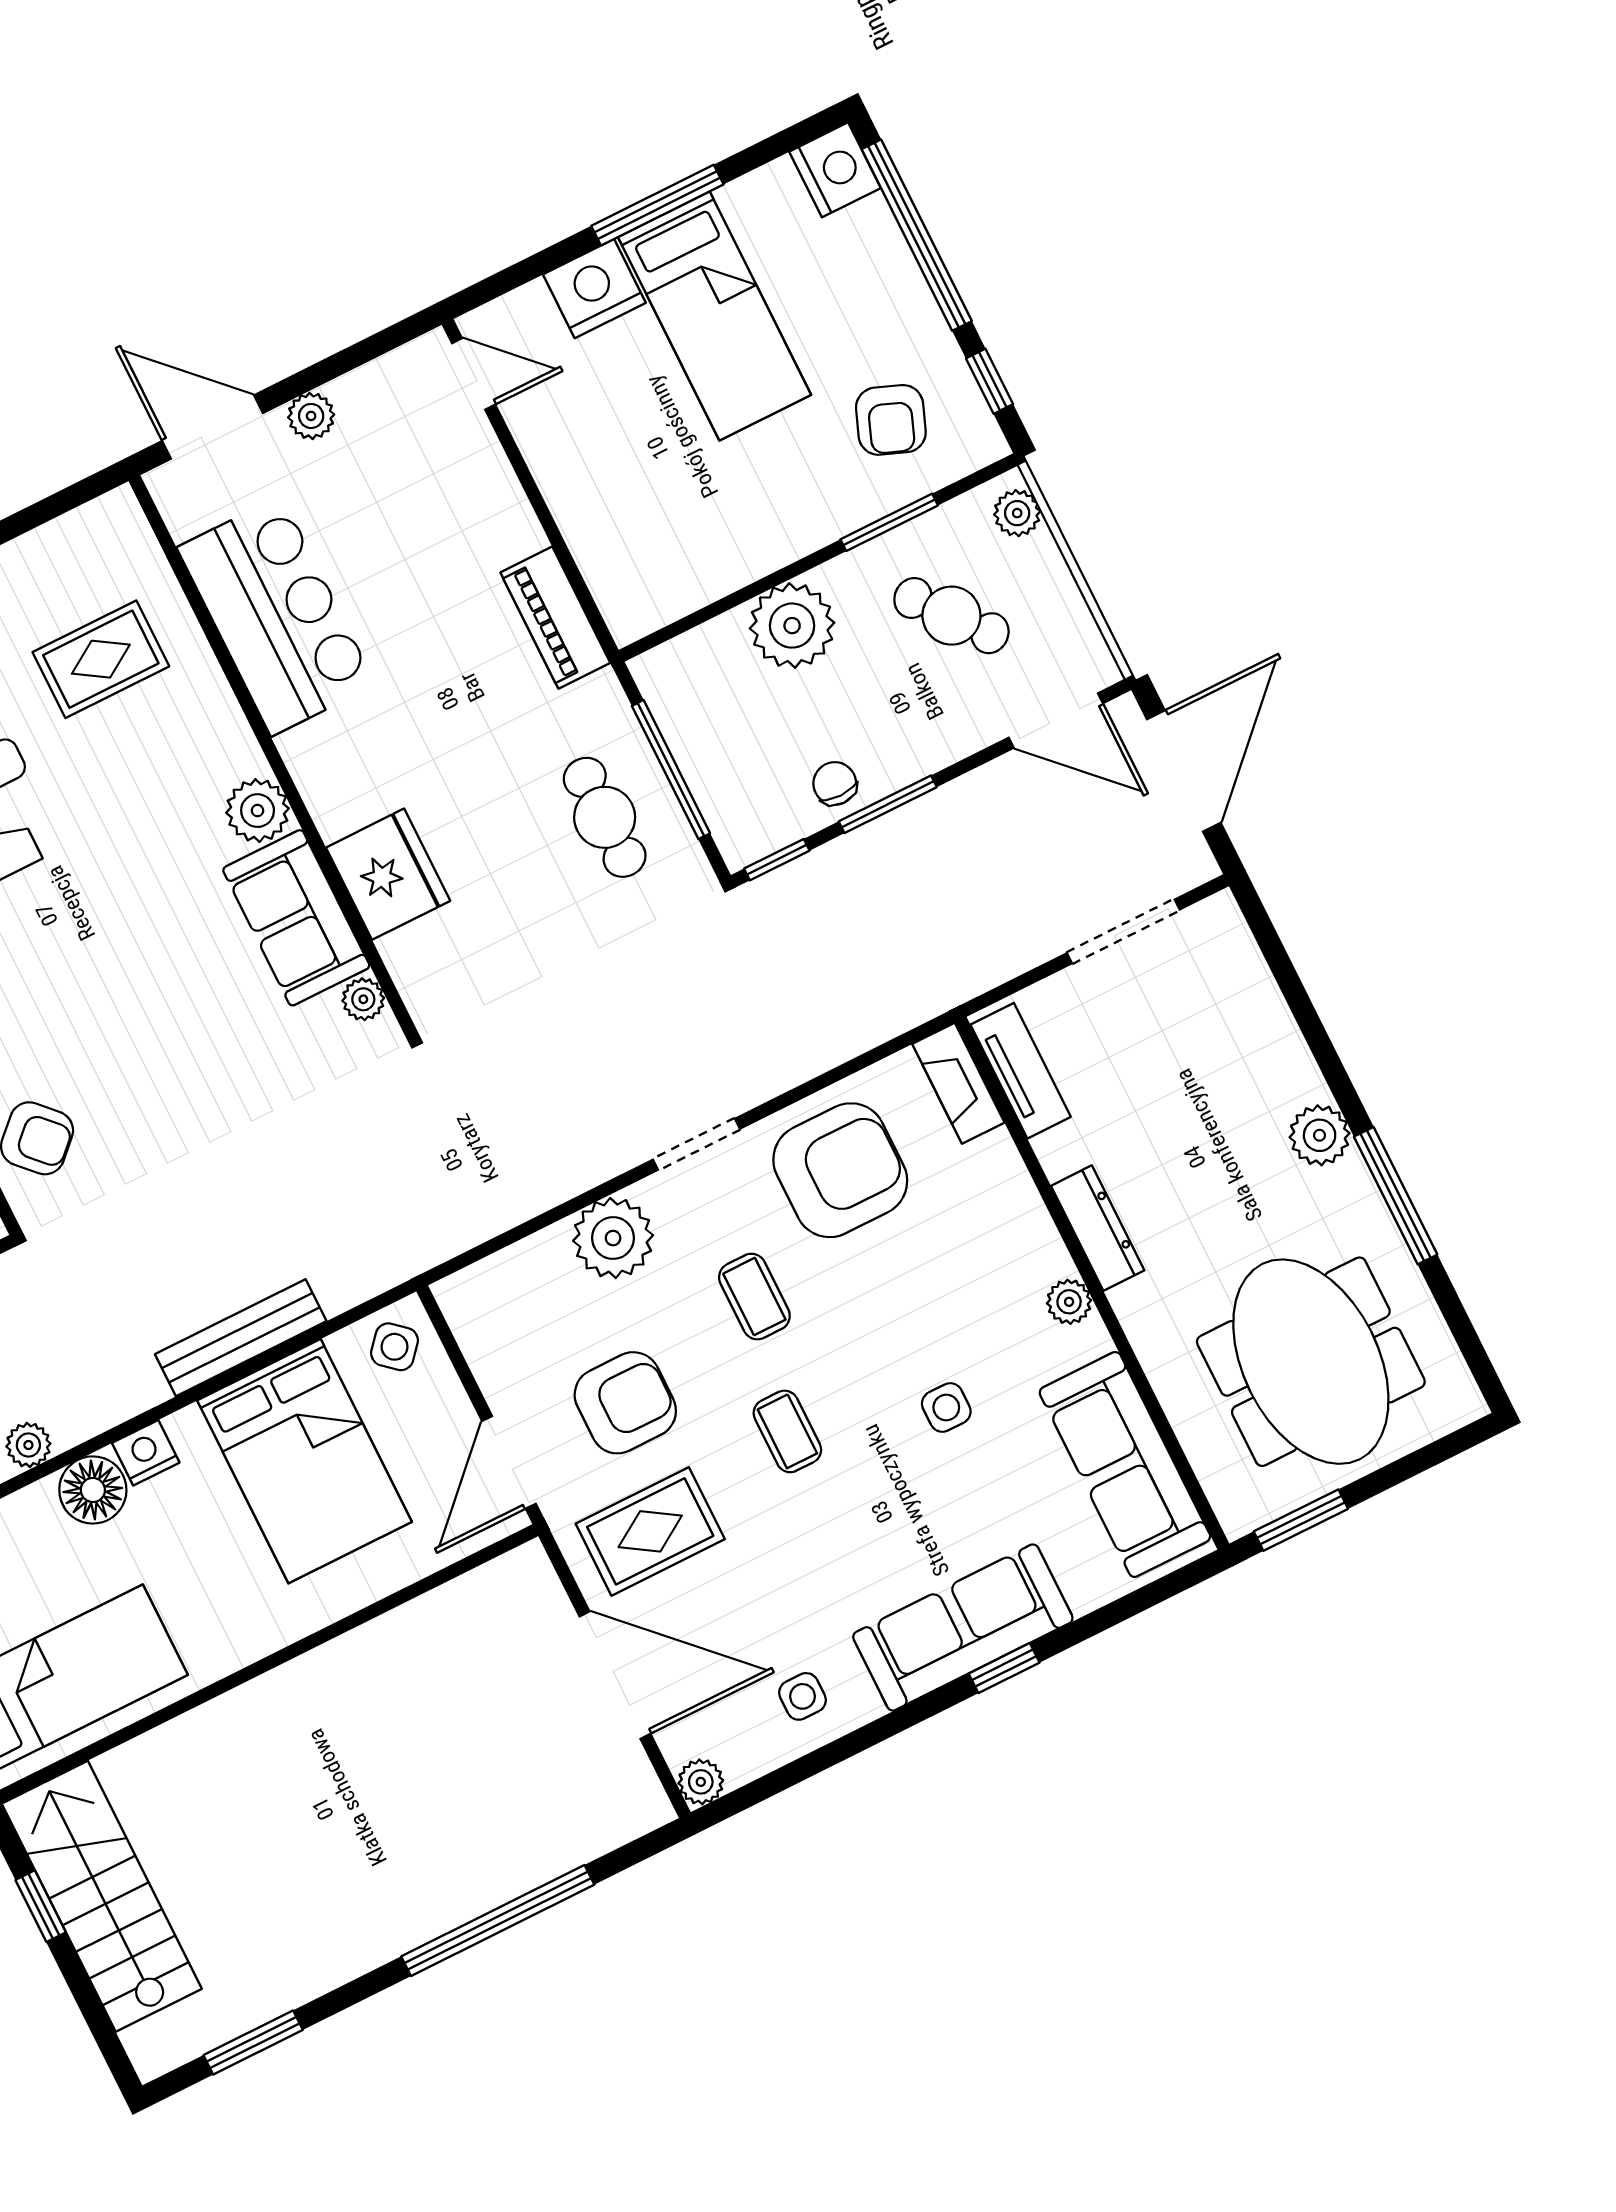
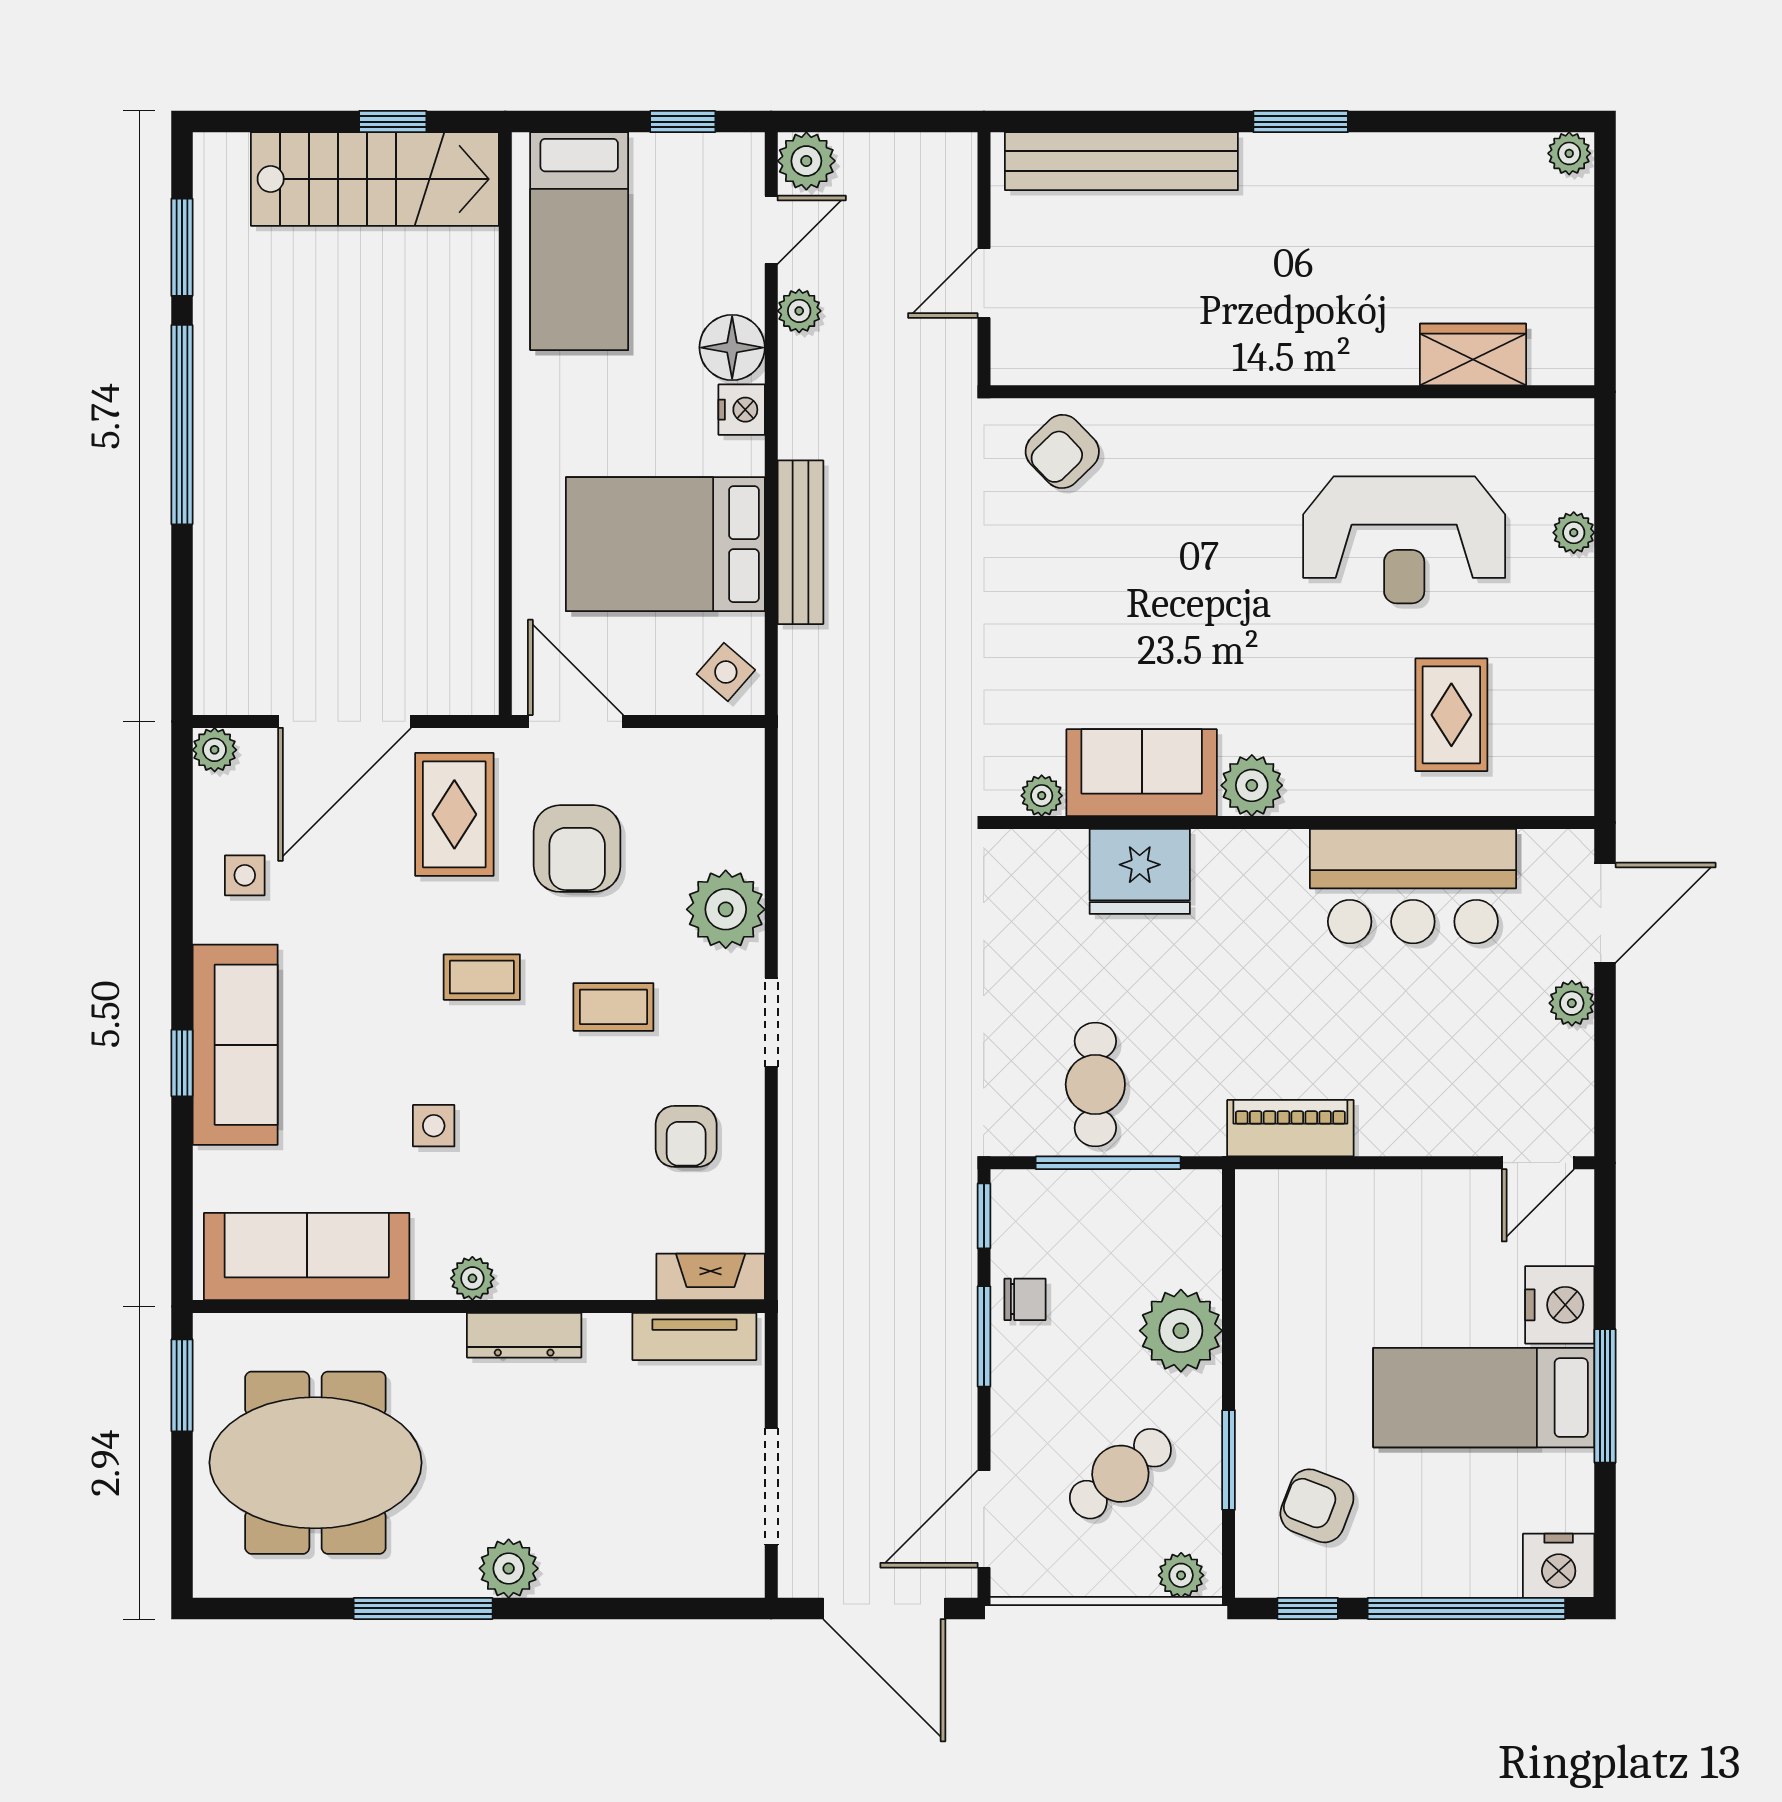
cafe table: (605, 817) -> (1095, 1084), turned 90
armchair: (840, 1170) -> (686, 1136), width x0.53, depth x0.53
window: (498, 1921) -> (182, 425), moved

